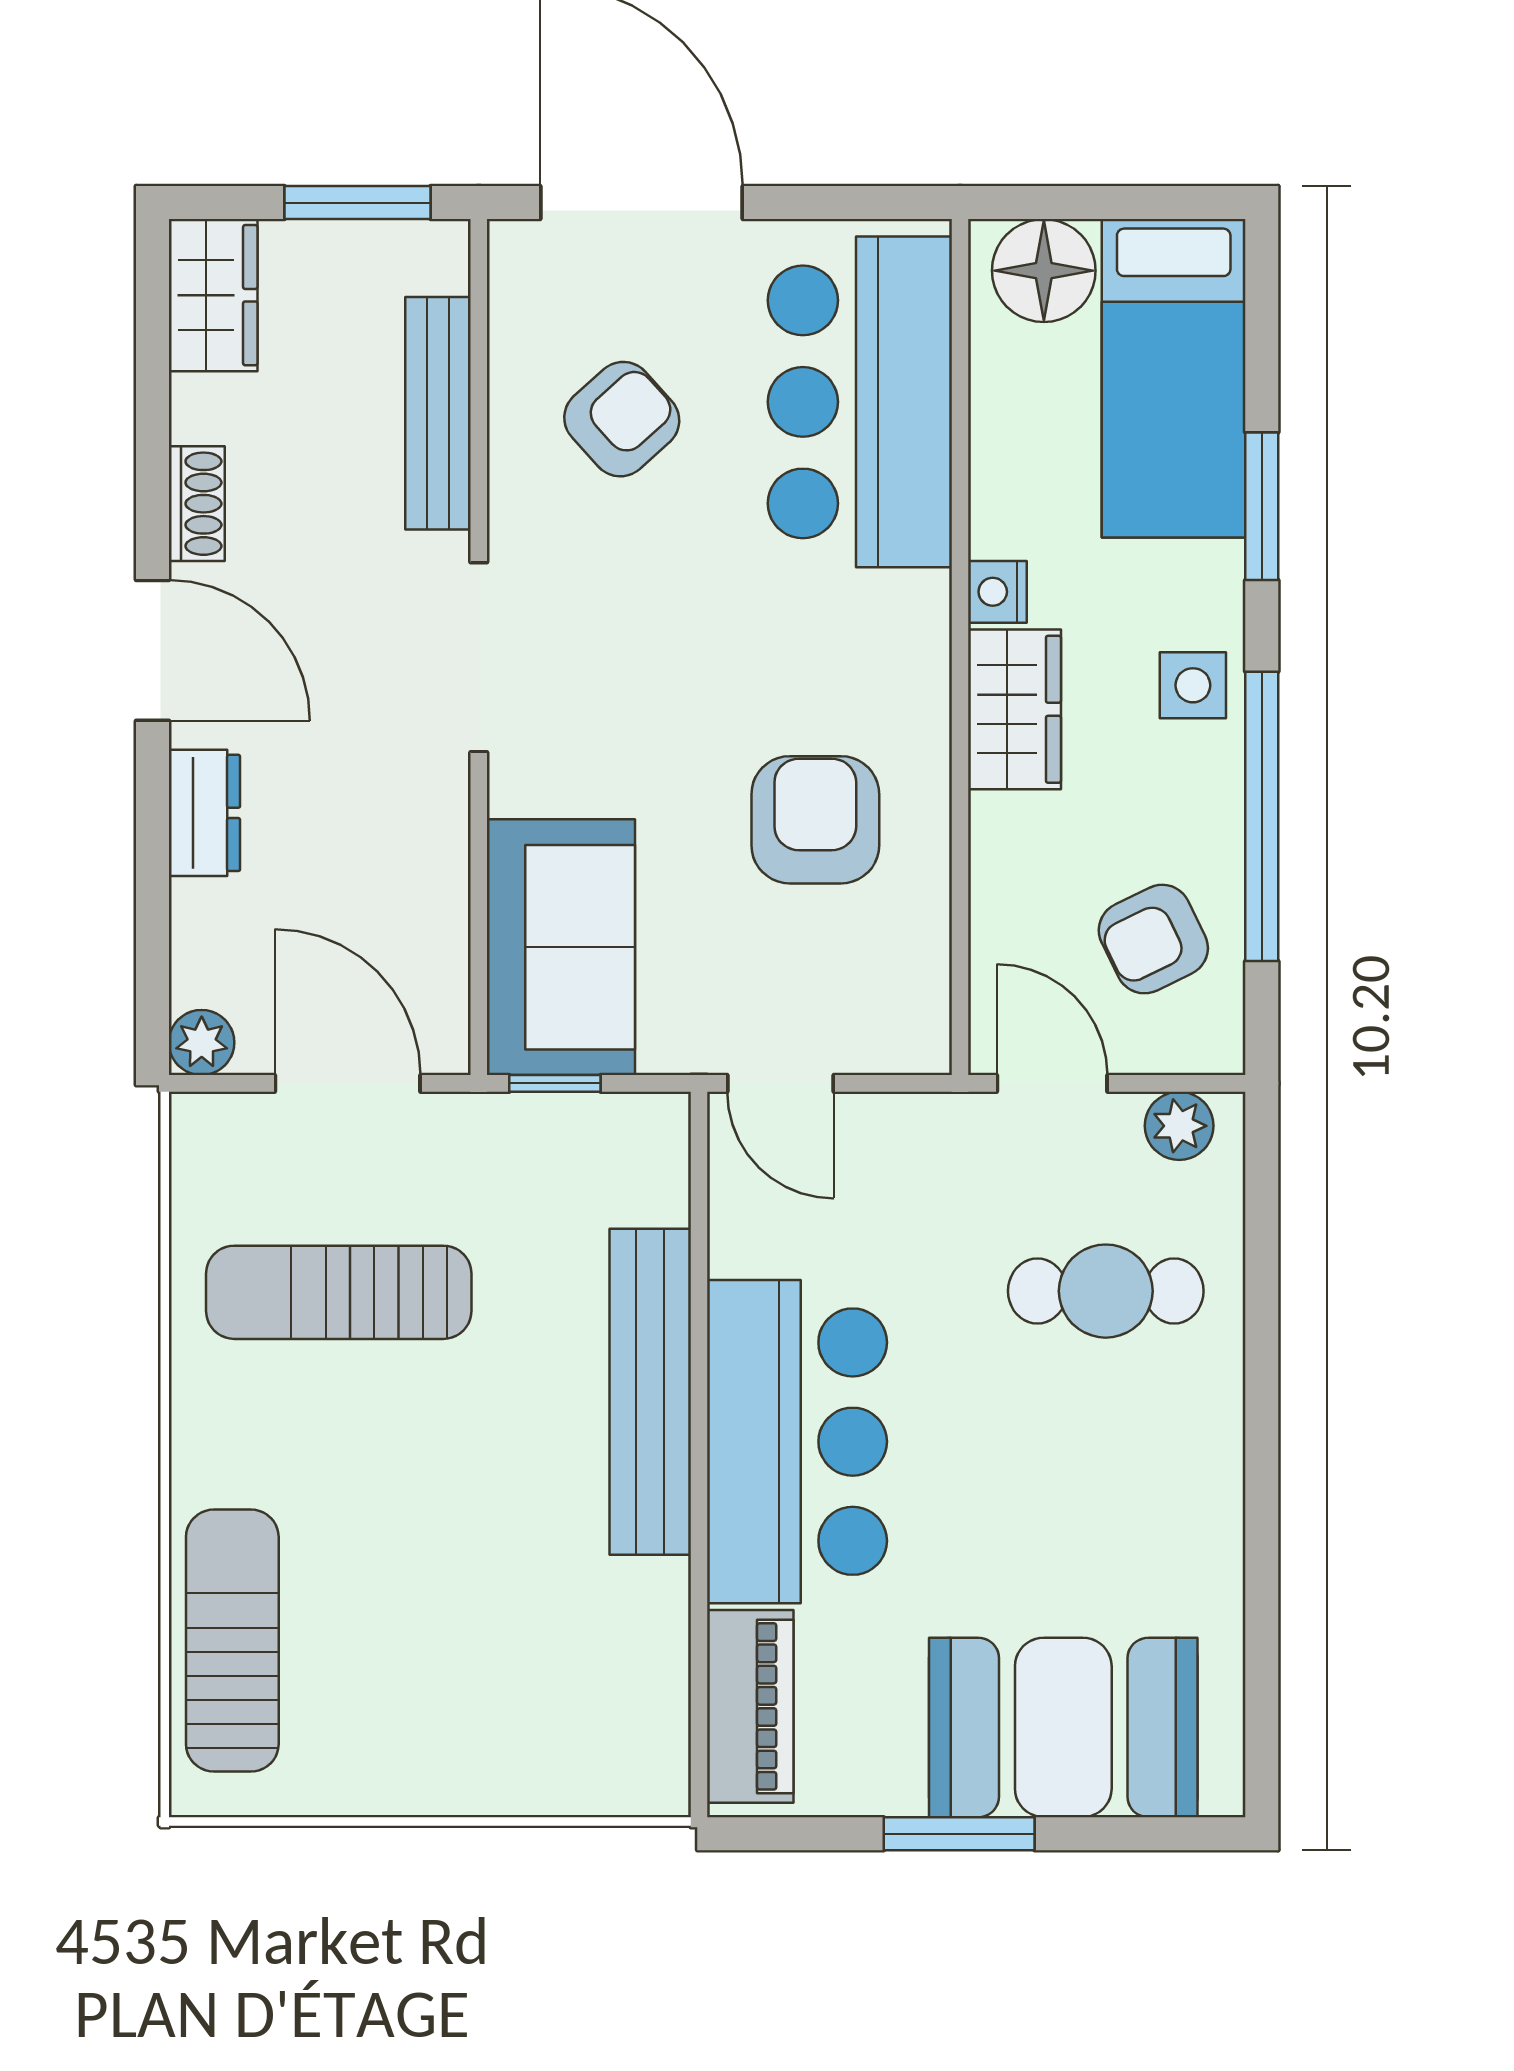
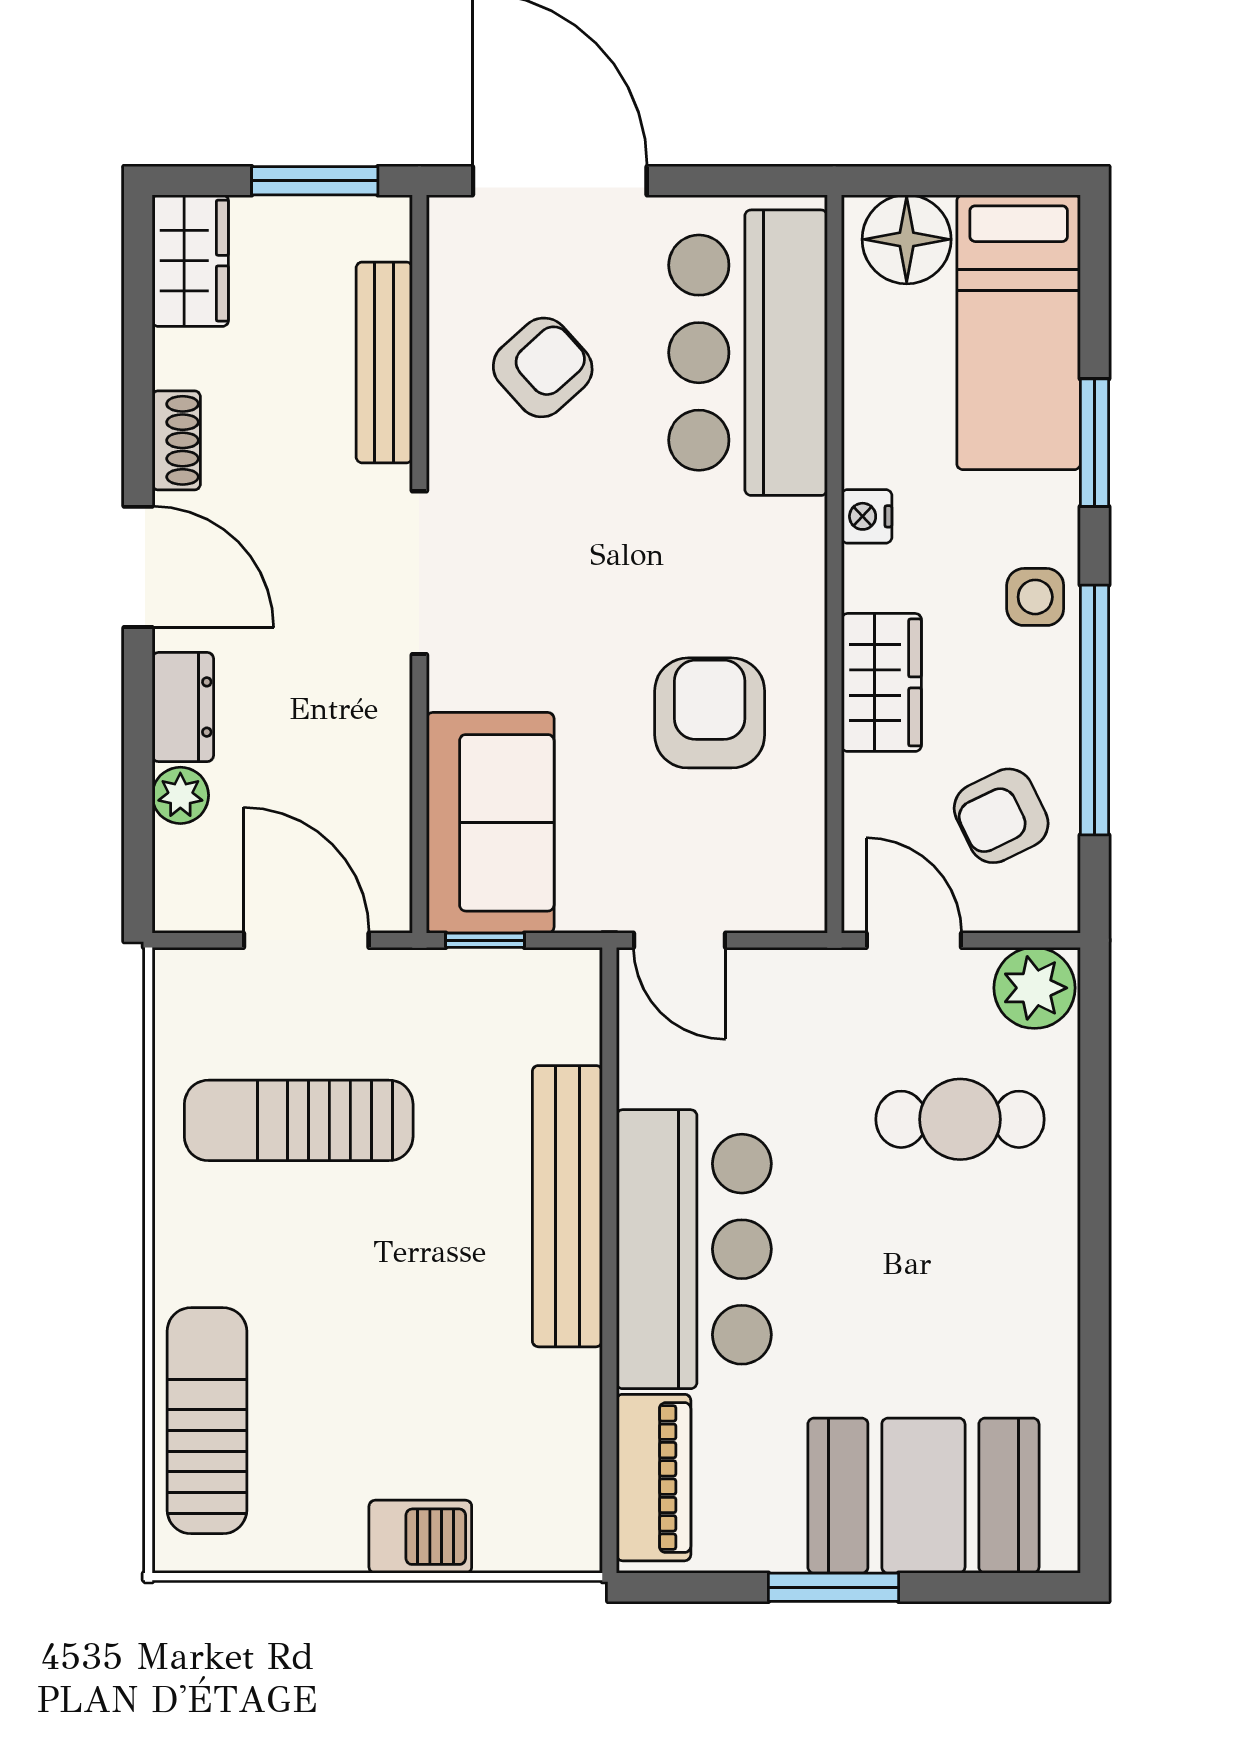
wardrobe: (1014, 709) -> (881, 682), moved
plant: (202, 1043) -> (180, 795), moved
plant: (1179, 1126) -> (1034, 988), width x1.38, depth x1.38
barbecue: (480, 1775) -> (420, 1537), added

